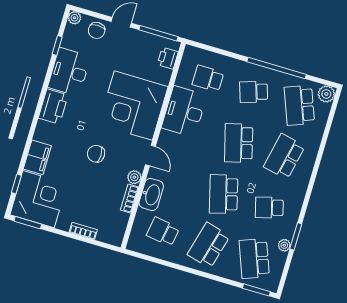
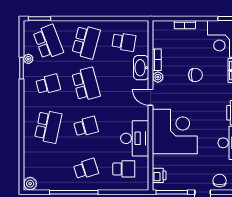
school desk: (299, 105) -> (48, 169), removed
school desk: (239, 143) -> (86, 127), width x0.54
chair: (96, 154) -> (195, 75), moved

